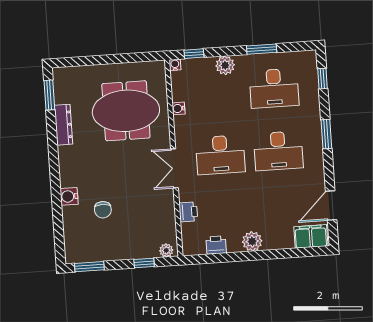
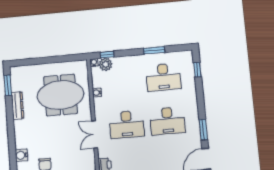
plant: (225, 65) -> (106, 64), moved
window: (326, 134) -> (203, 130), moved

